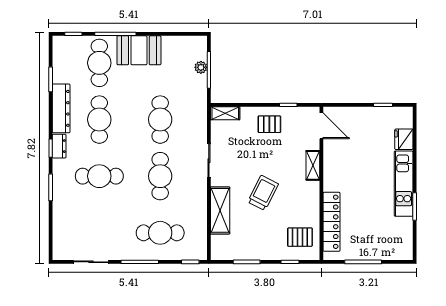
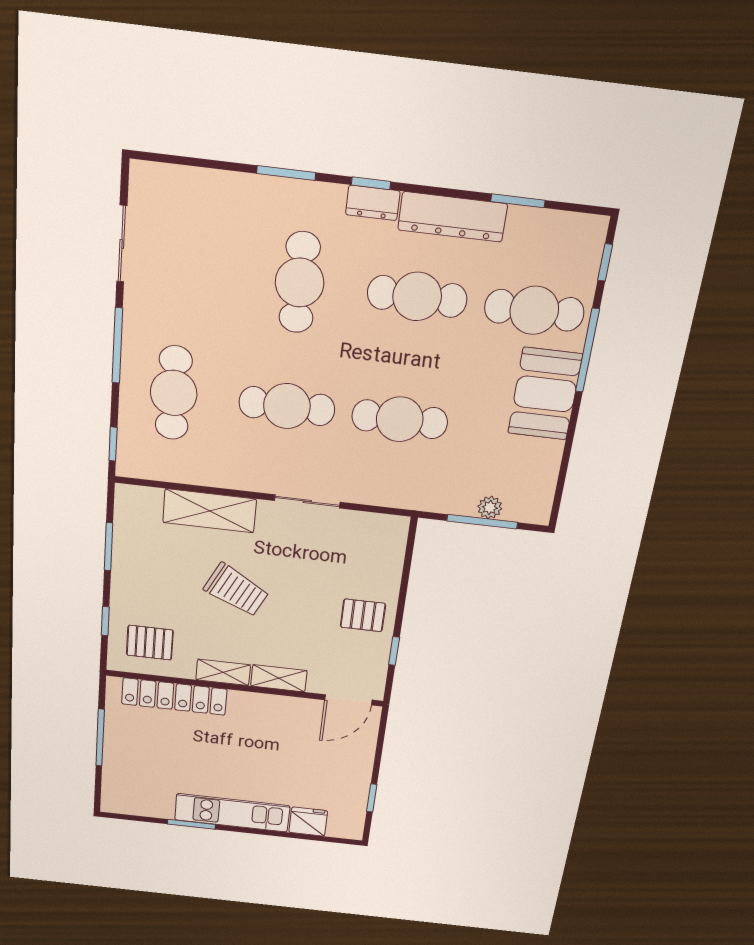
shelving: (225, 113) -> (223, 672), moved, turned 90
pallet: (269, 124) -> (363, 615), turned 90
pallet: (300, 237) -> (150, 643), turned 90

